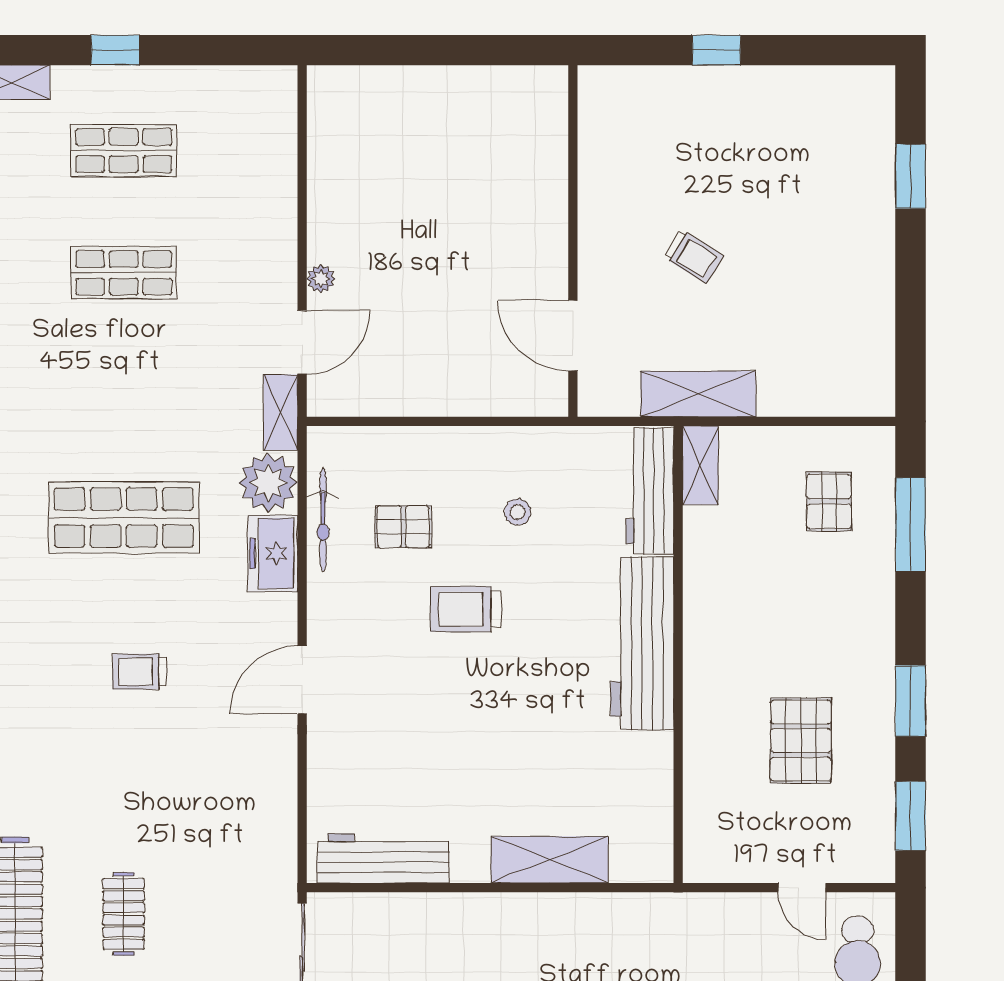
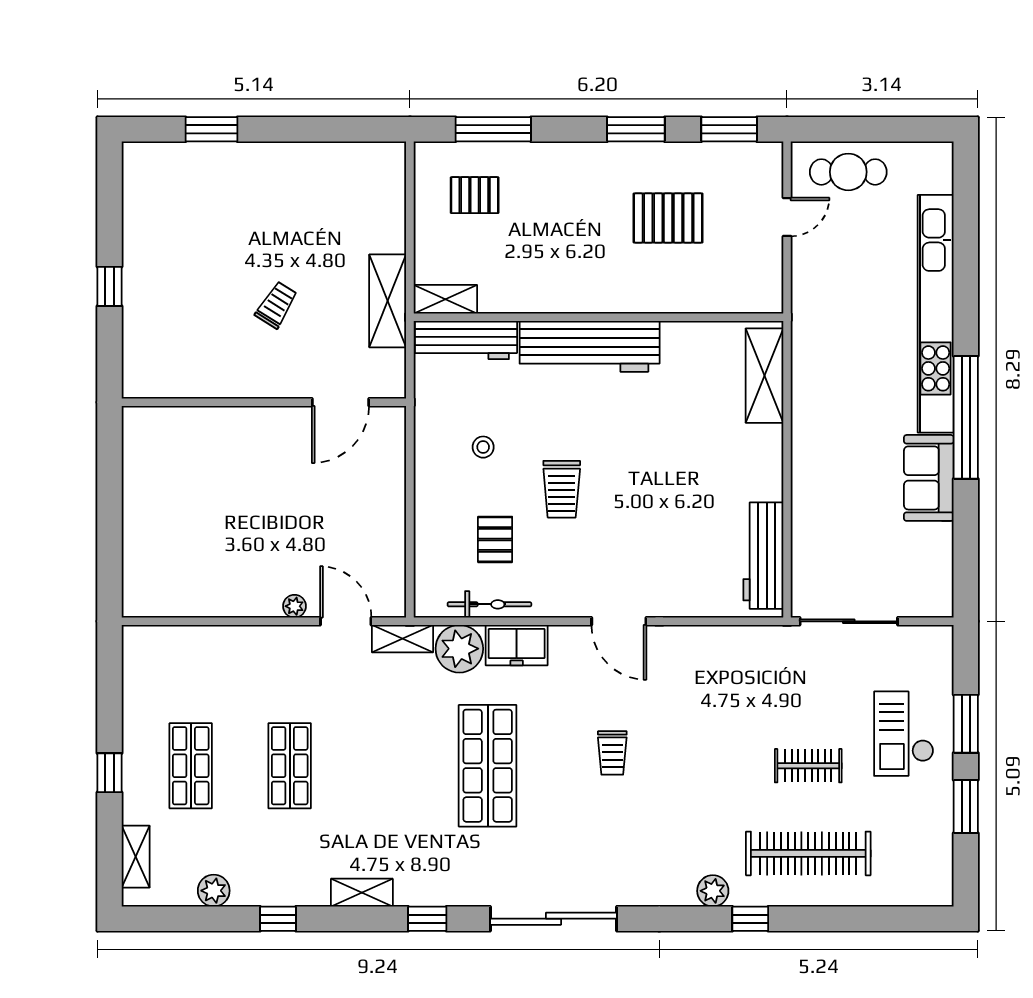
shelving: (549, 860) -> (764, 376), moved

